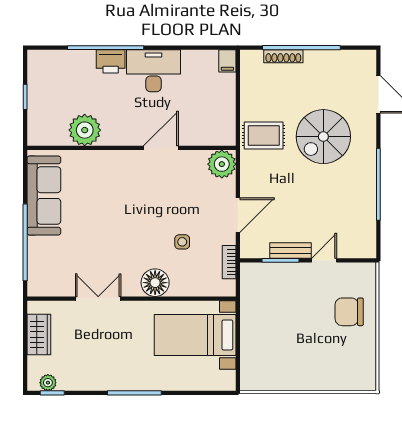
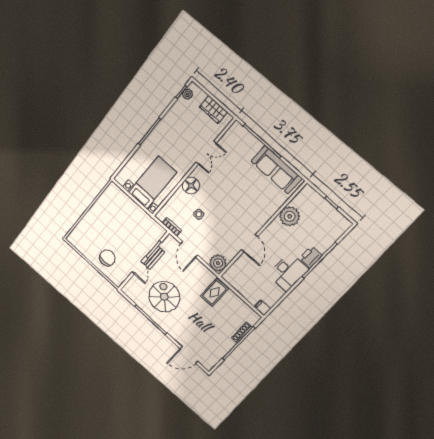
spiral stairs: (323, 137) -> (164, 297), moved

